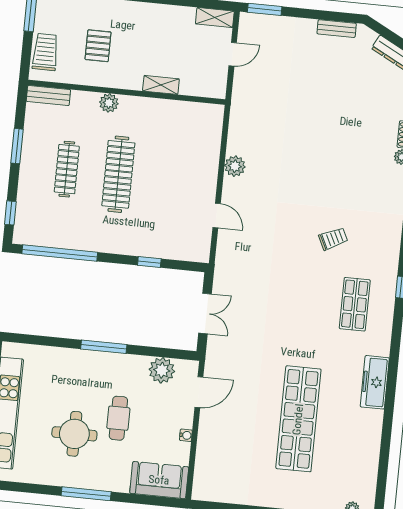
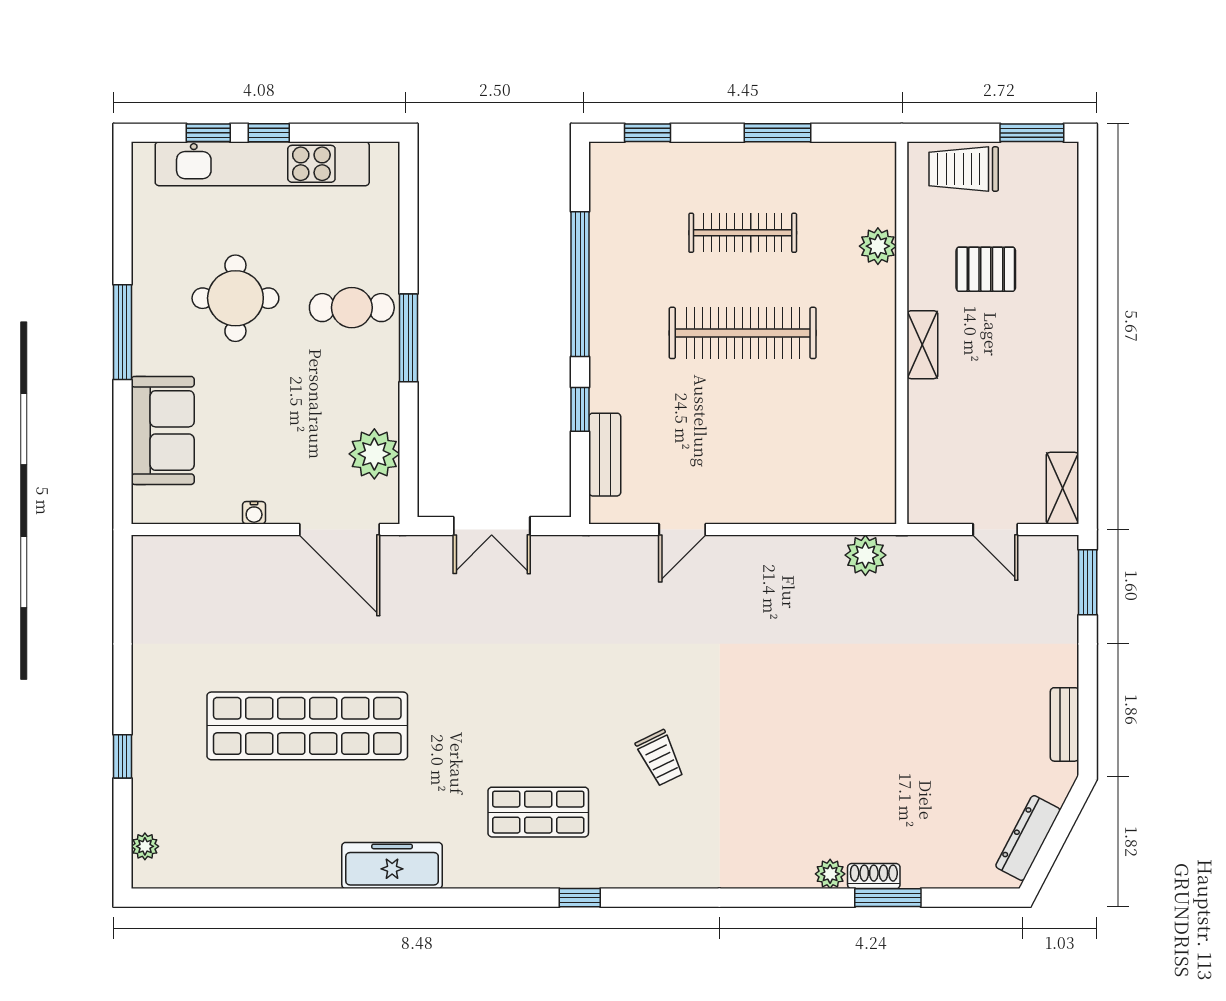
trolley: (45, 52) -> (964, 169), turned 180
shelving: (161, 85) -> (922, 345), moved
bench: (48, 96) -> (605, 455), moved
plant: (109, 103) -> (878, 246), moved
plant: (235, 166) -> (865, 555), moved
window: (60, 253) -> (580, 284), moved
door: (199, 392) -> (339, 530), width x1.36
cafe table: (118, 418) -> (352, 308), moved
sofa: (159, 480) -> (163, 430), moved

